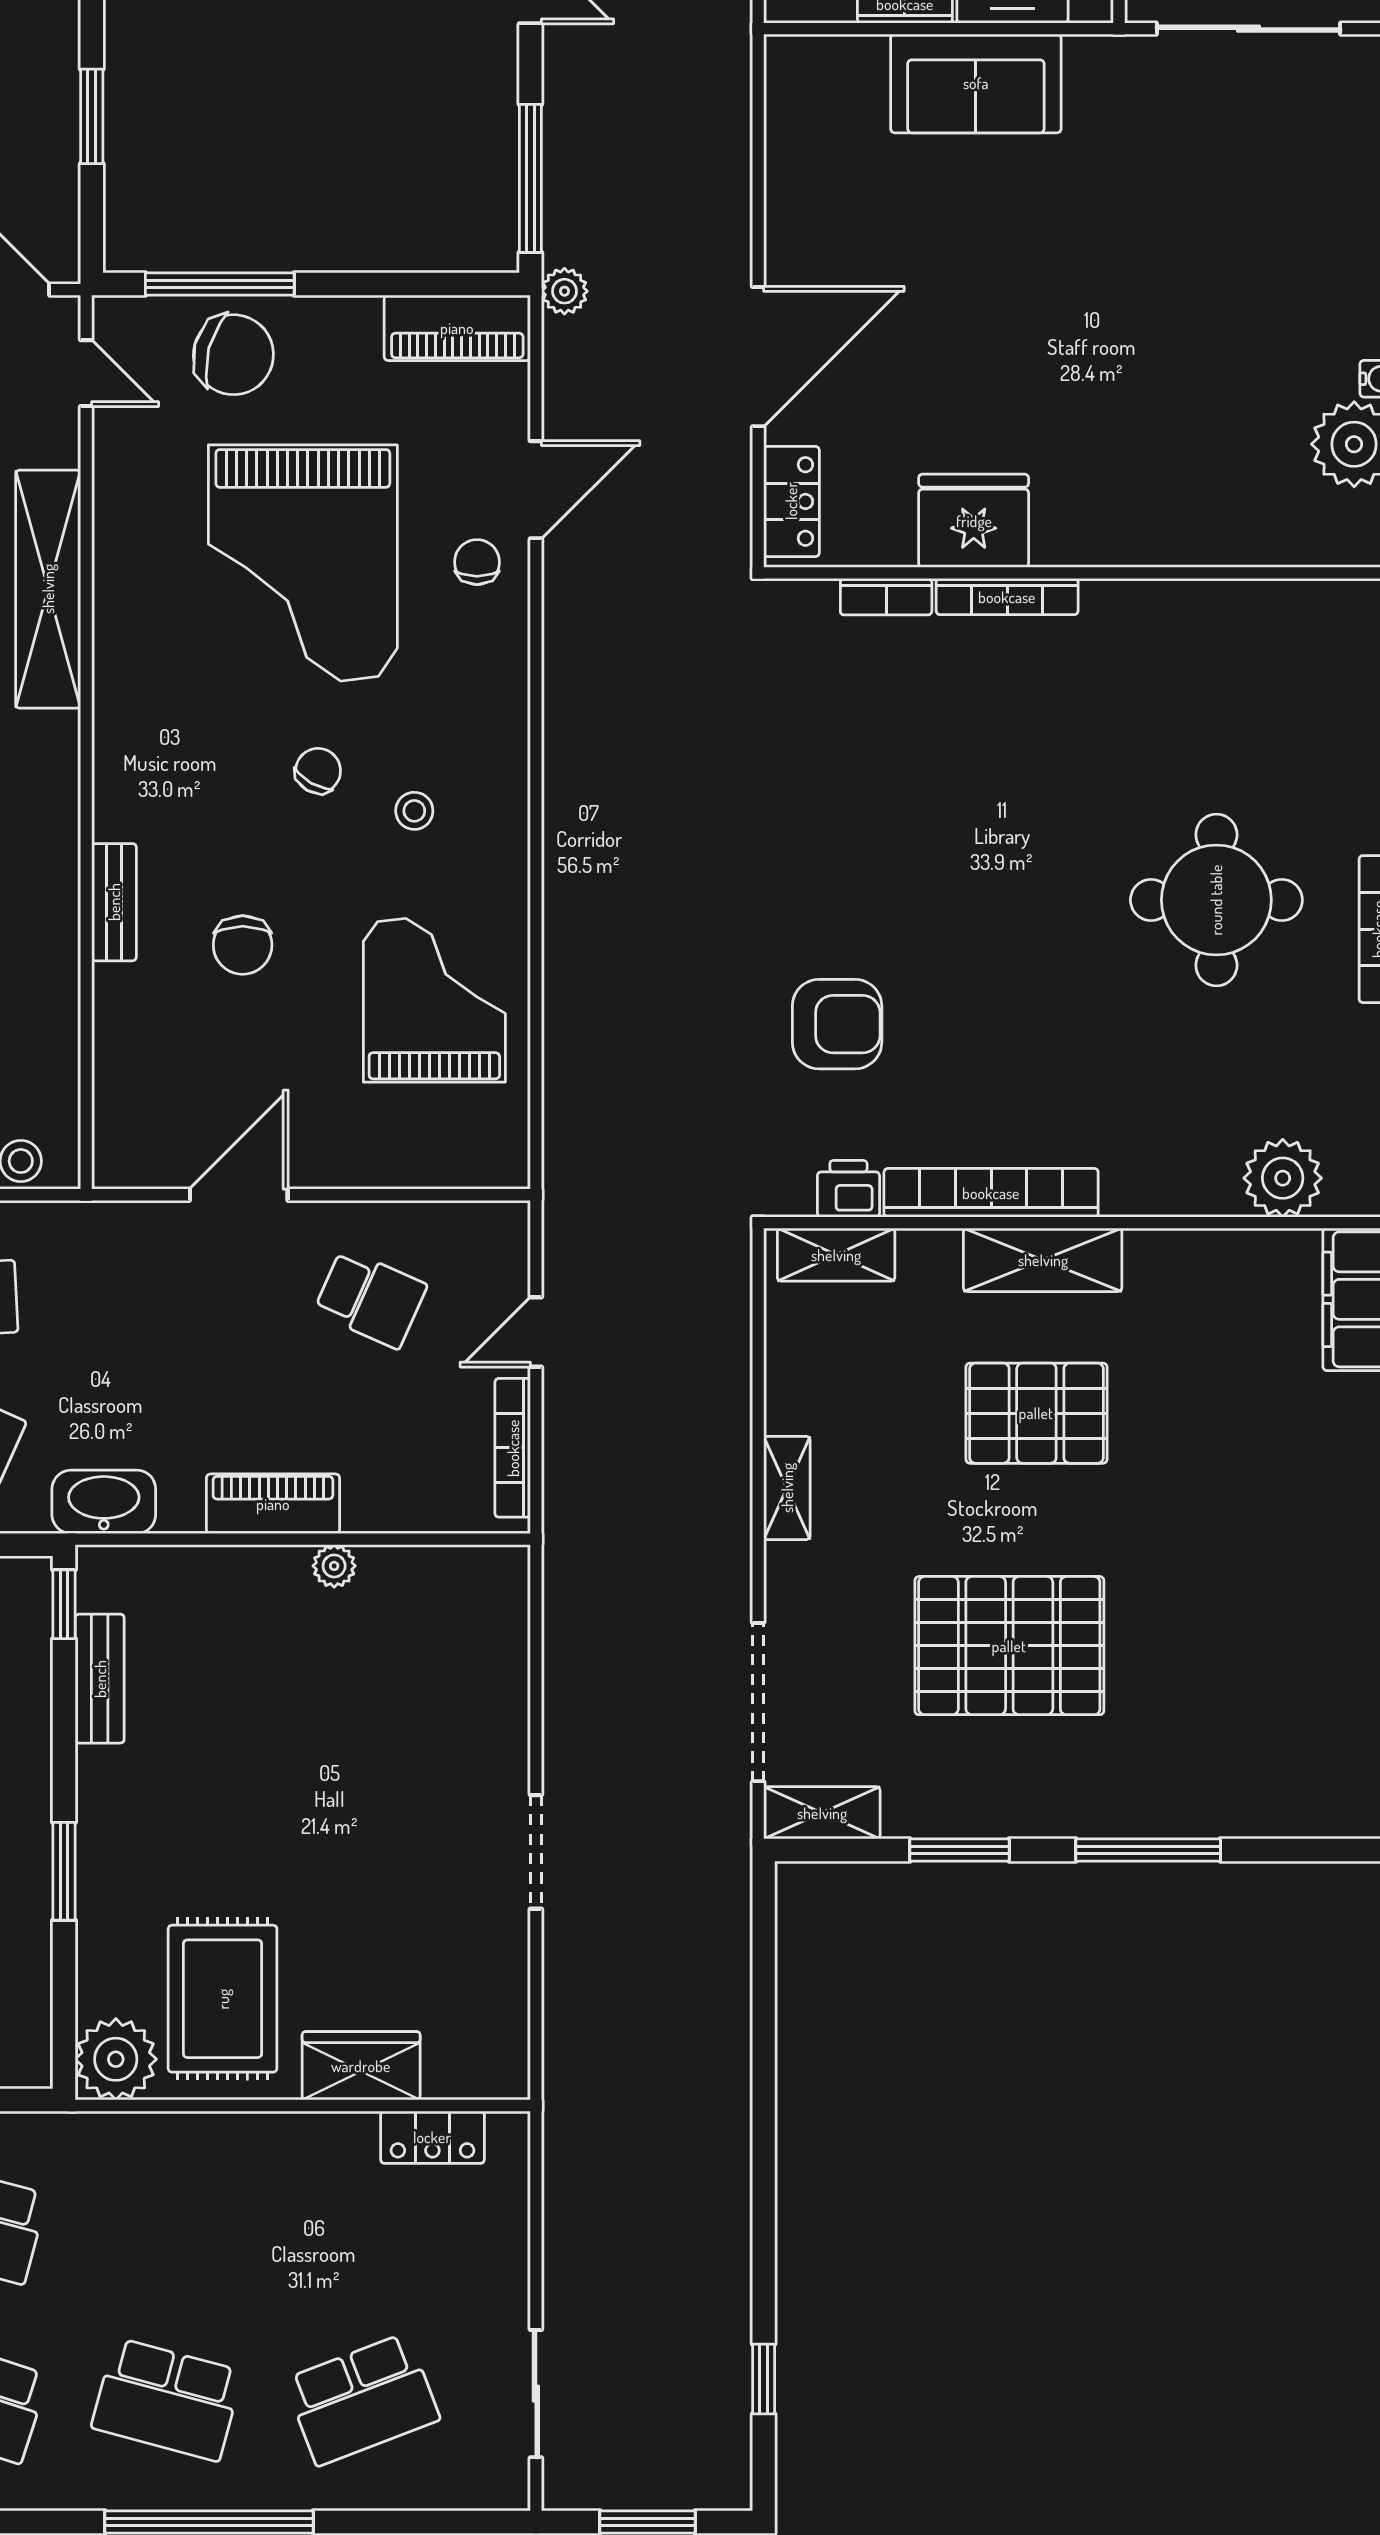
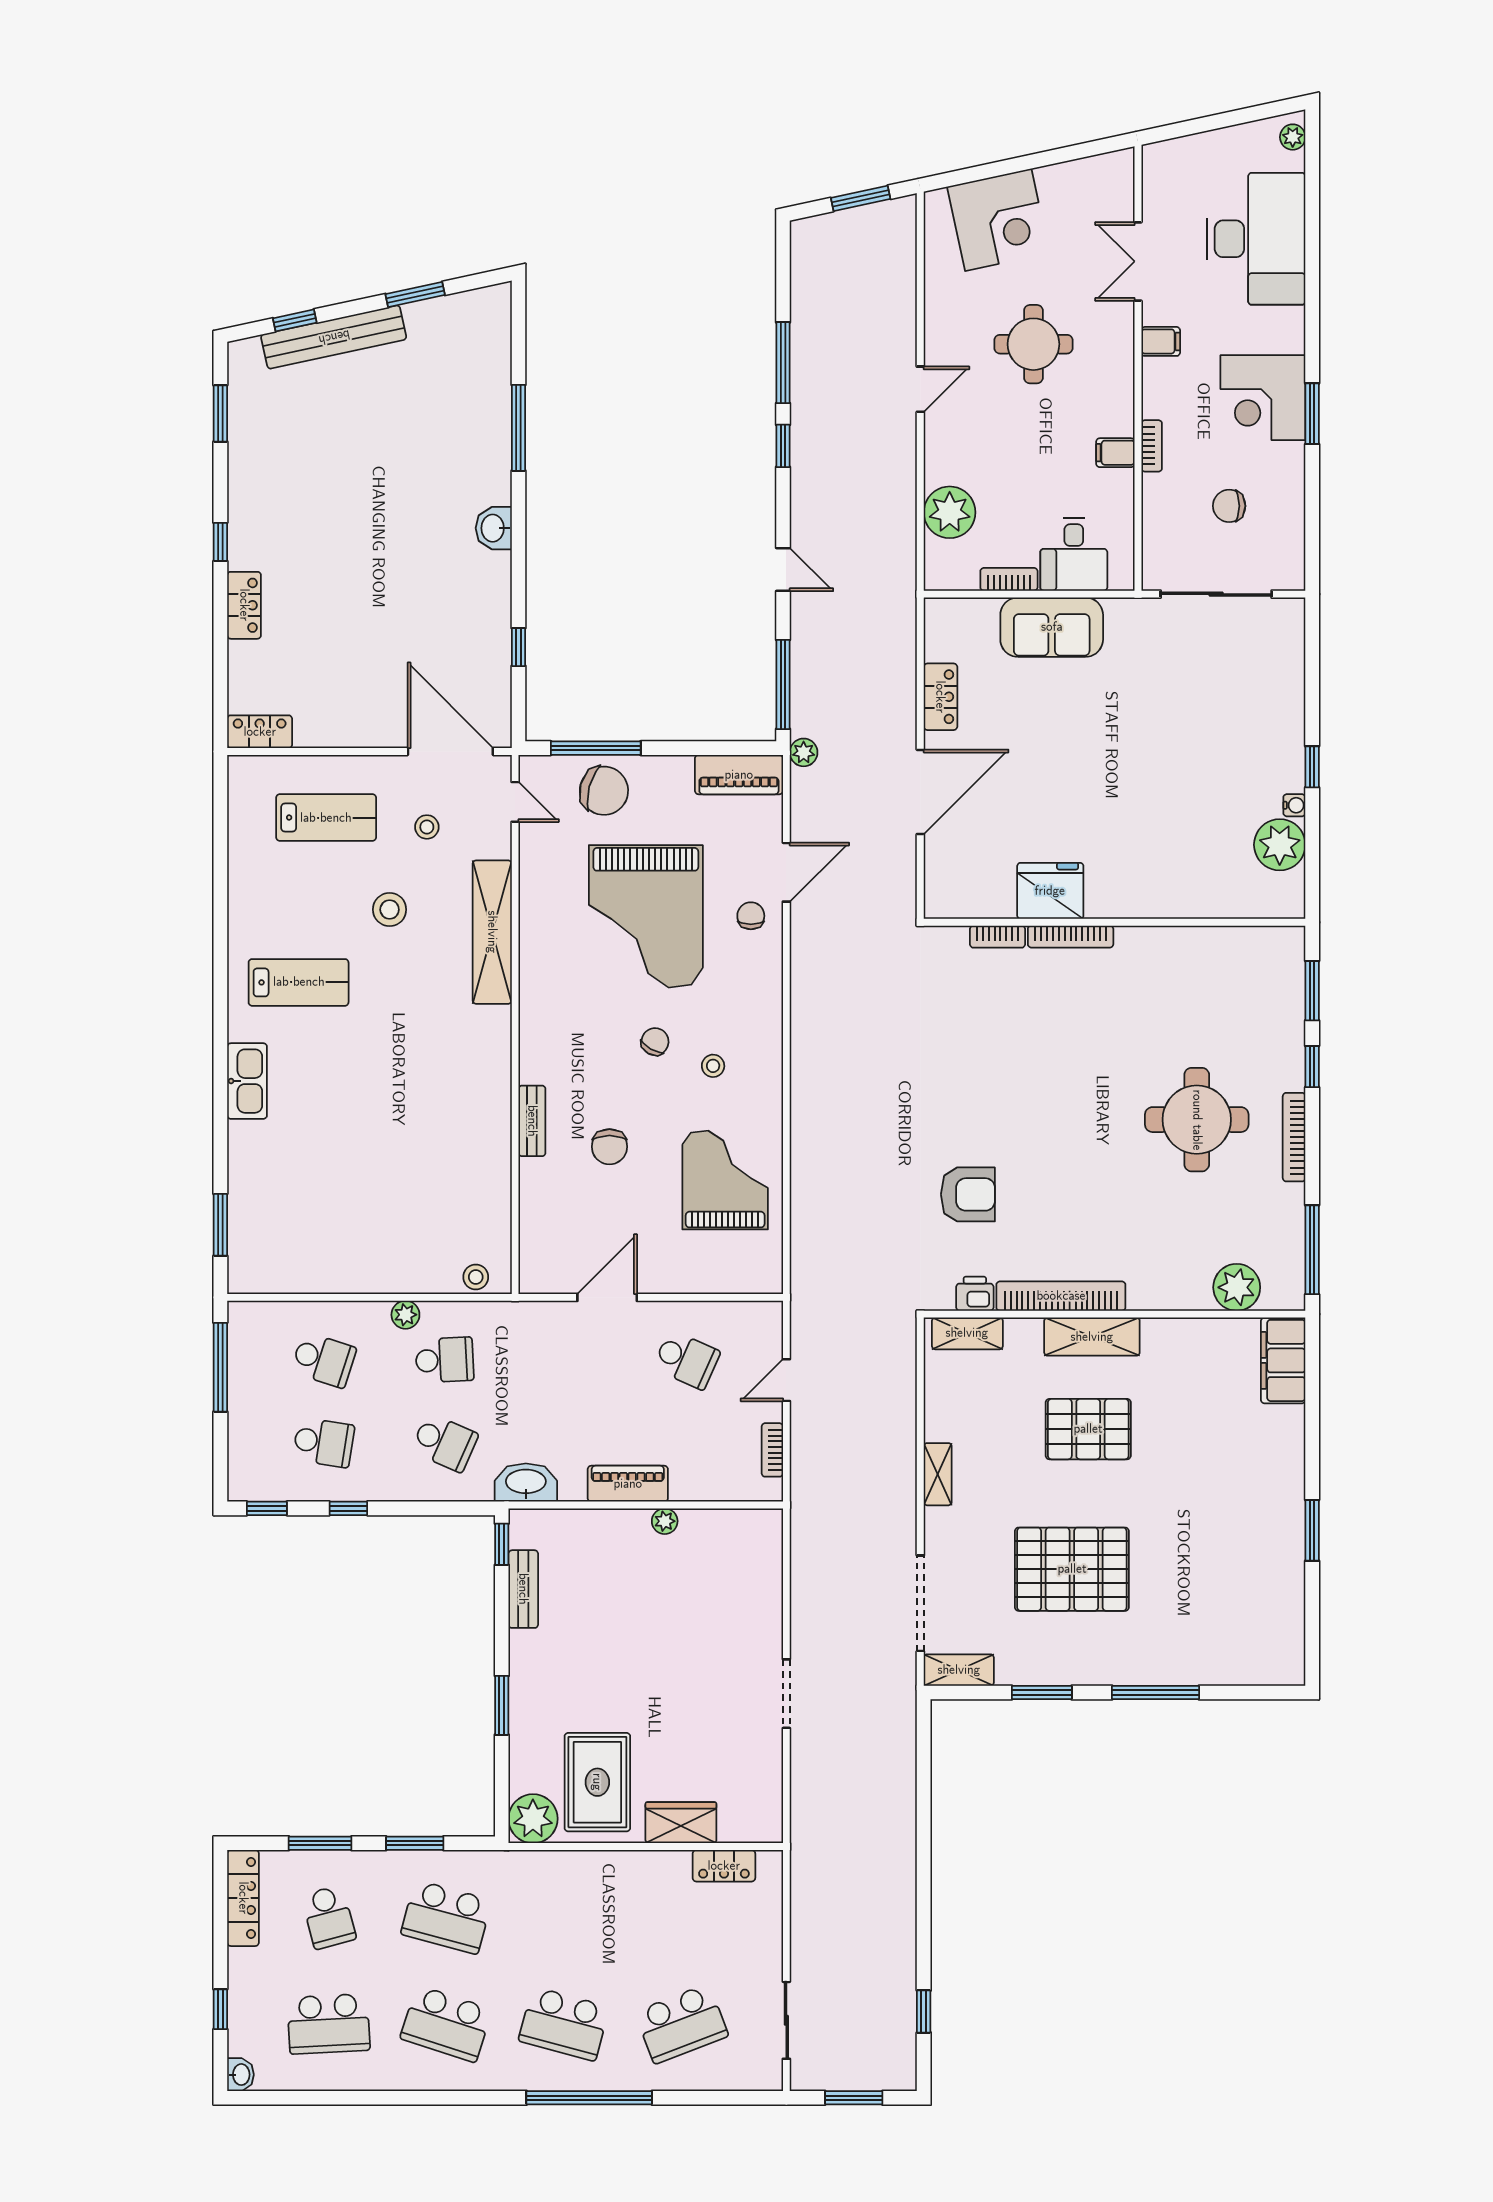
window: (92, 116) -> (518, 647), width x0.67
locker: (791, 501) -> (940, 697), moved
bookcase: (513, 1448) -> (772, 1450), width x0.64

